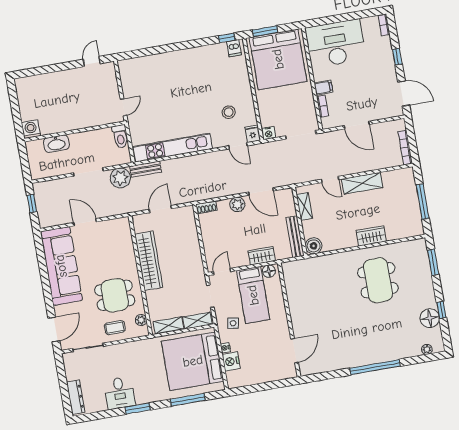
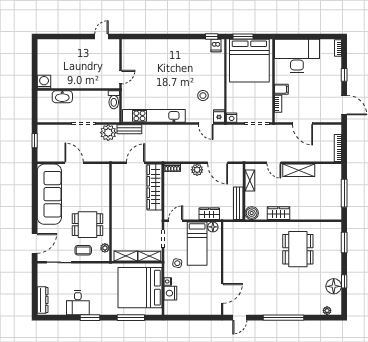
wardrobe: (371, 236) -> (279, 213), moved
wardrobe: (149, 261) -> (155, 187), moved, turned 180
door: (321, 376) -> (240, 318), added

